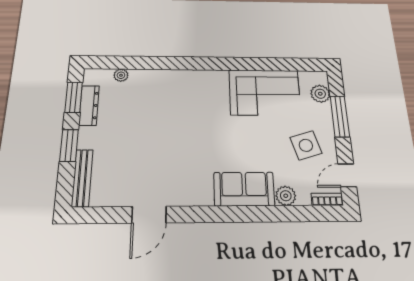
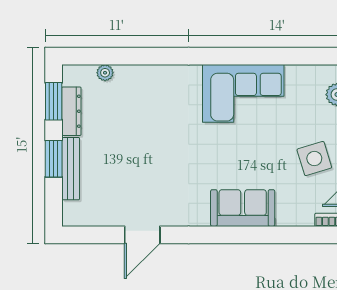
corner sofa: (265, 92) -> (243, 93), moved
bench: (82, 178) -> (71, 169), moved
plant: (286, 196) -> (287, 216), removed

